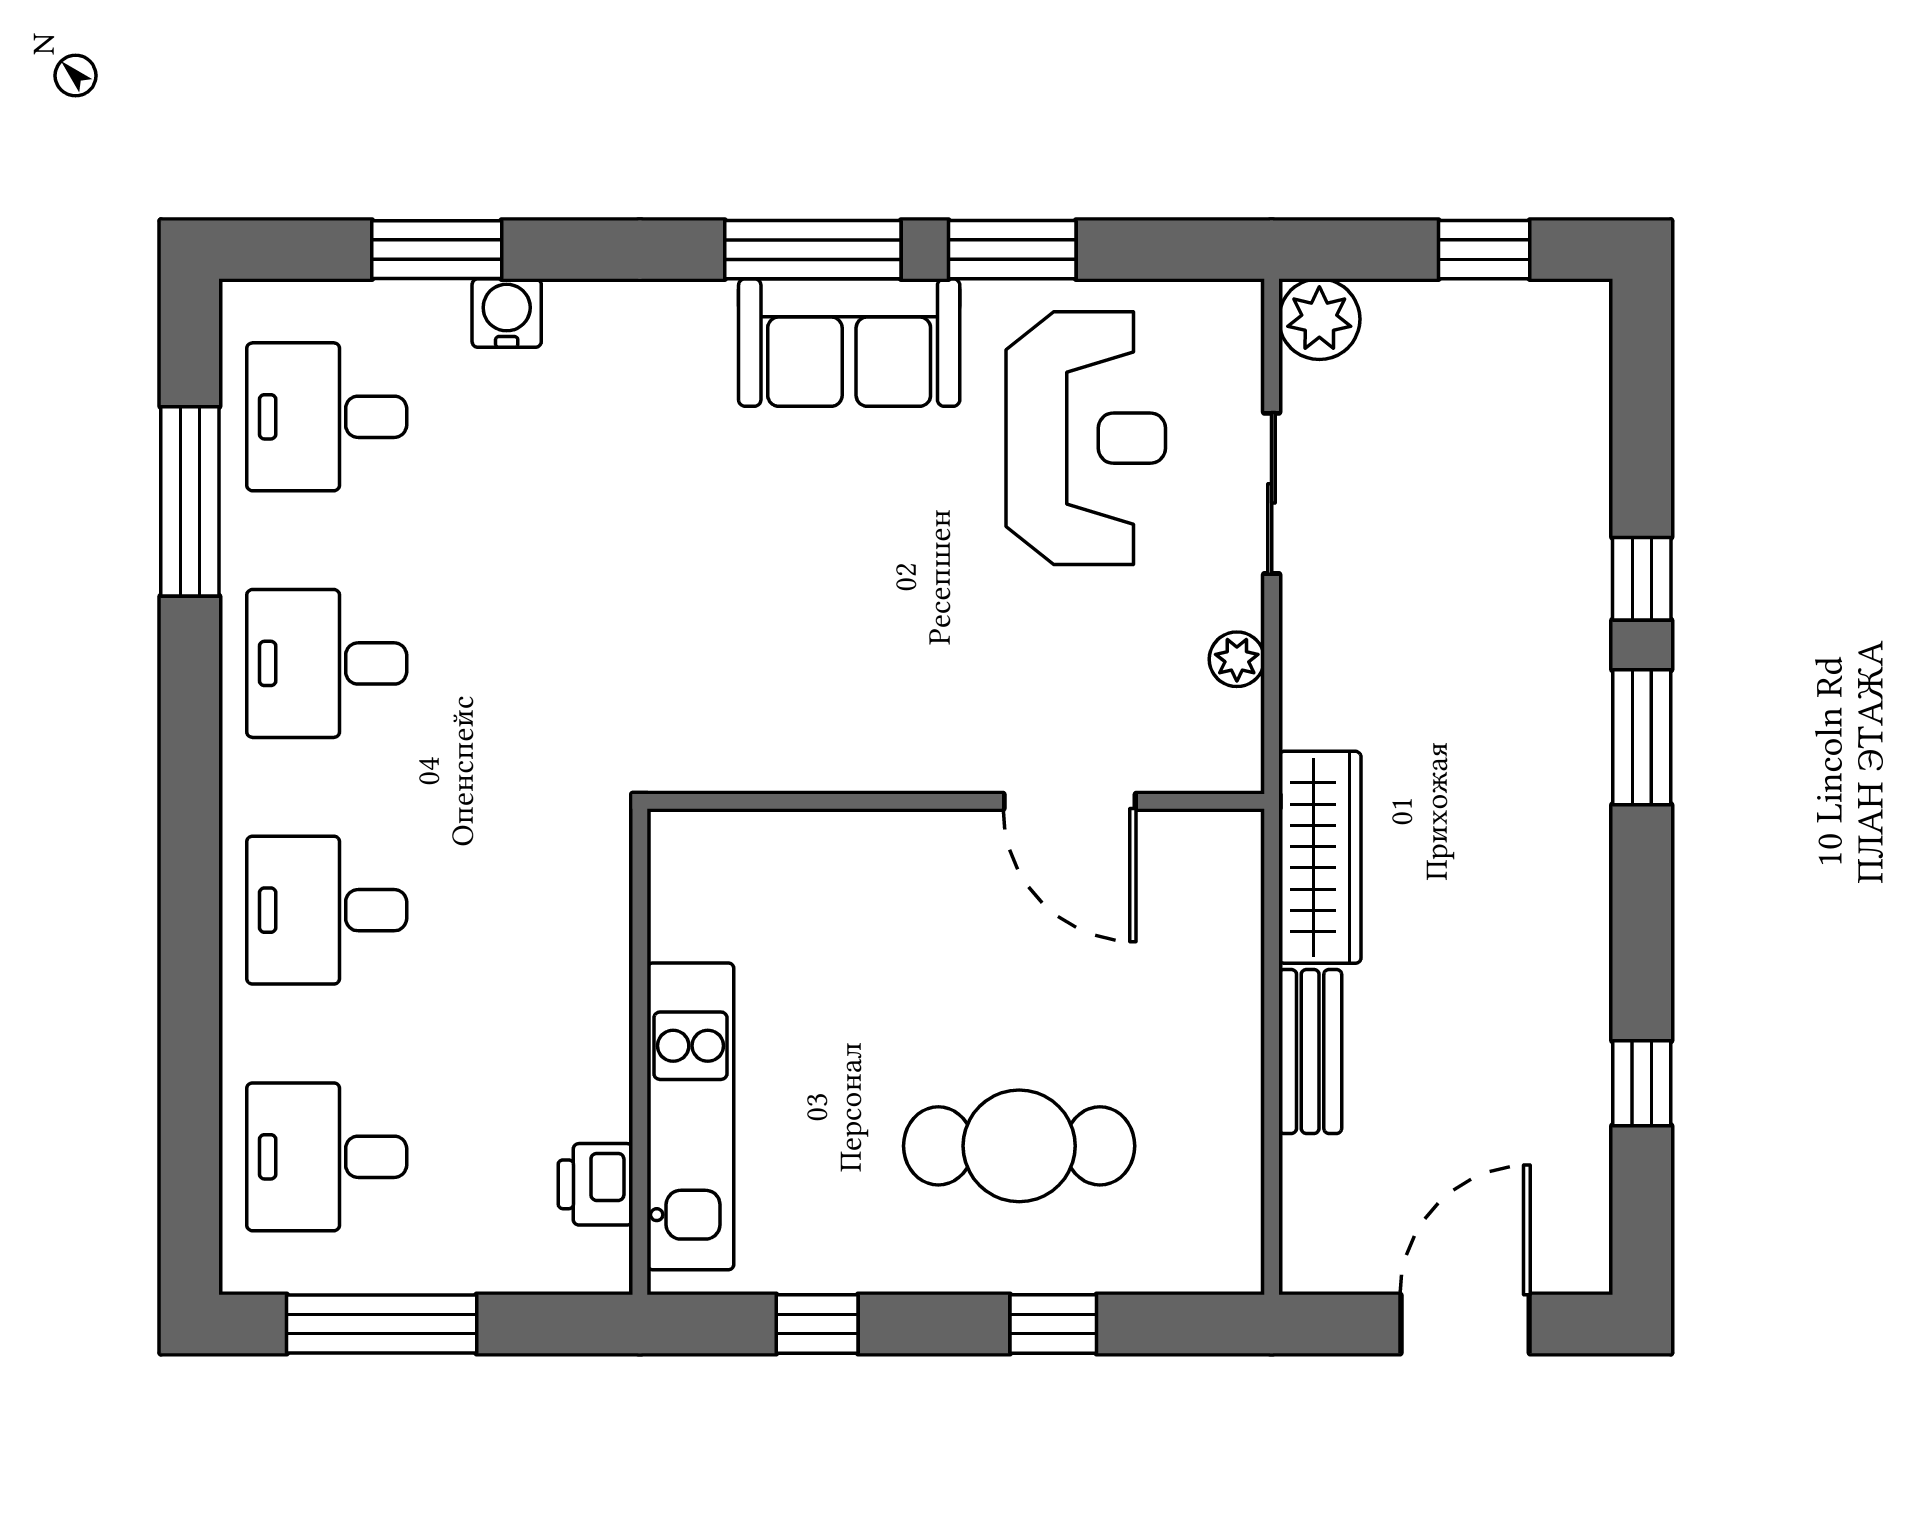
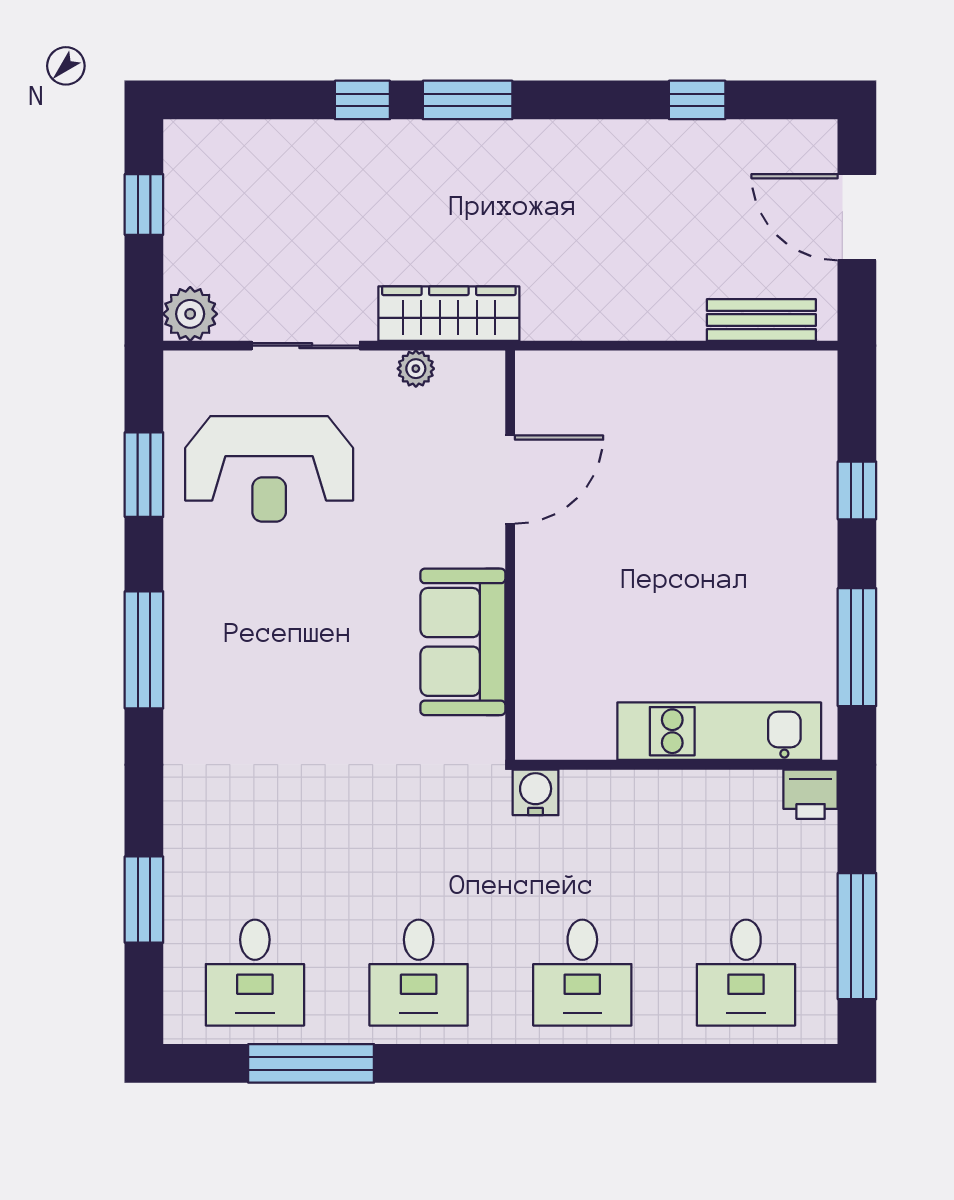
window: (1012, 250) -> (144, 475), moved
water cooler: (507, 313) -> (536, 792), moved, turned 90
sofa: (849, 343) -> (463, 642), moved, turned 180
reception desk: (1086, 438) -> (269, 469), turned 180
wardrobe: (1320, 857) -> (449, 314), moved
bench: (1310, 1051) -> (761, 320), moved
cafe table: (1019, 1146) -> (739, 513), removed
printer: (596, 1184) -> (811, 794), moved
window: (817, 1324) -> (857, 647), width x2.17

